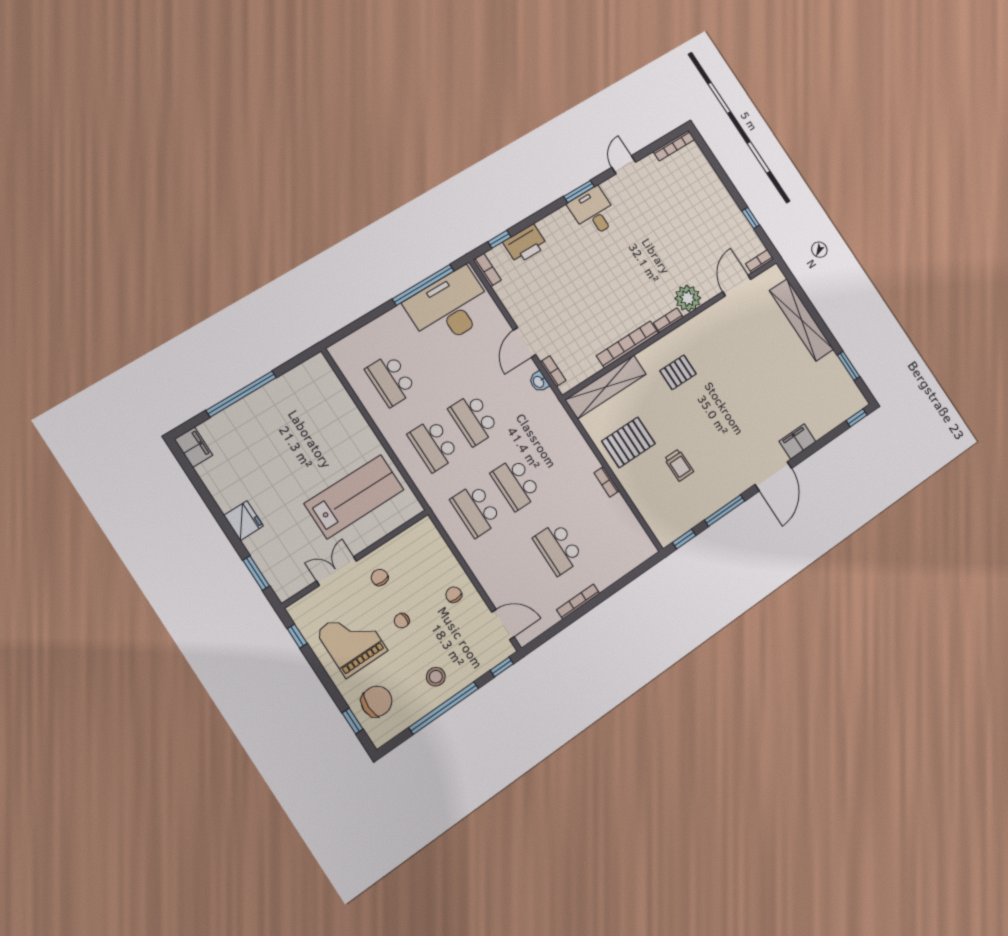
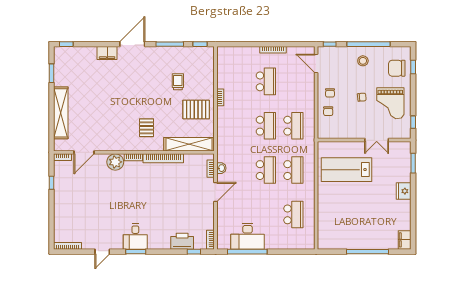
desk: (450, 307) -> (248, 236), width x0.73, depth x0.77
pallet: (678, 372) -> (146, 128), turned 90
chair: (380, 577) -> (328, 111), moved

